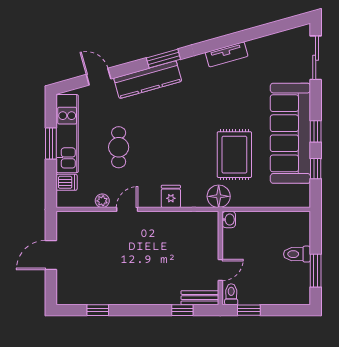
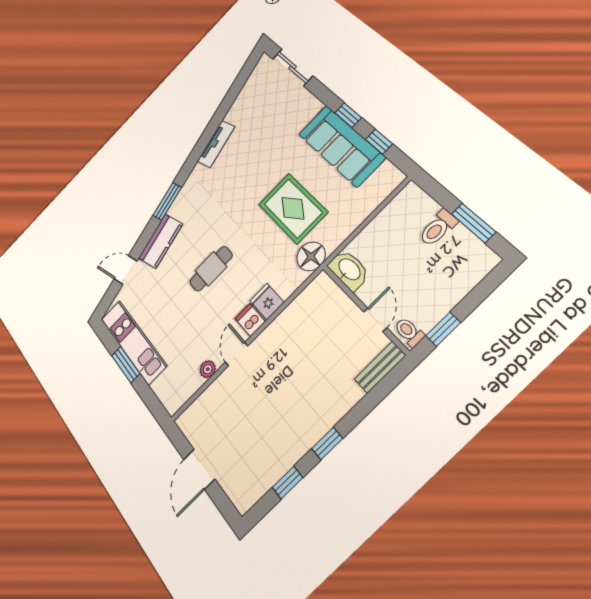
kitchen counter: (148, 80) -> (161, 241), width x0.67
sofa: (290, 133) -> (341, 146), width x0.74, depth x0.79
cafe table: (119, 147) -> (211, 269), moved, turned 90
dishwasher: (67, 182) -> (250, 320), moved, turned -90
washbasin: (229, 220) -> (349, 270), width x1.91, depth x1.45
window: (182, 310) -> (327, 443), moved

